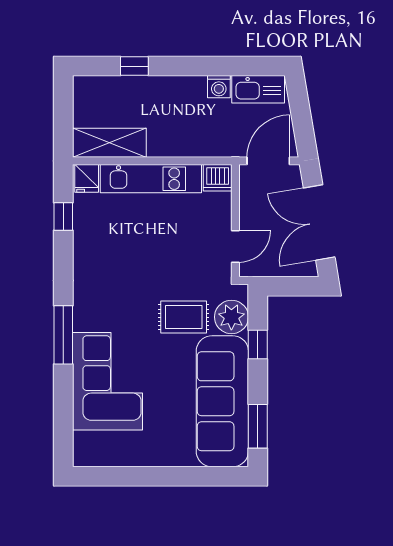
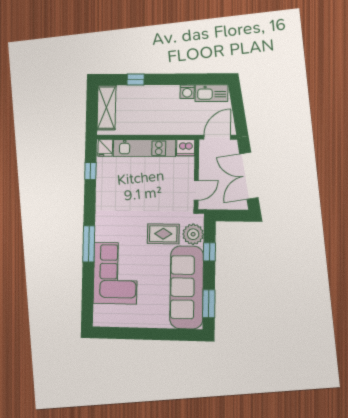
shelving: (109, 143) -> (106, 108), moved, turned 90

